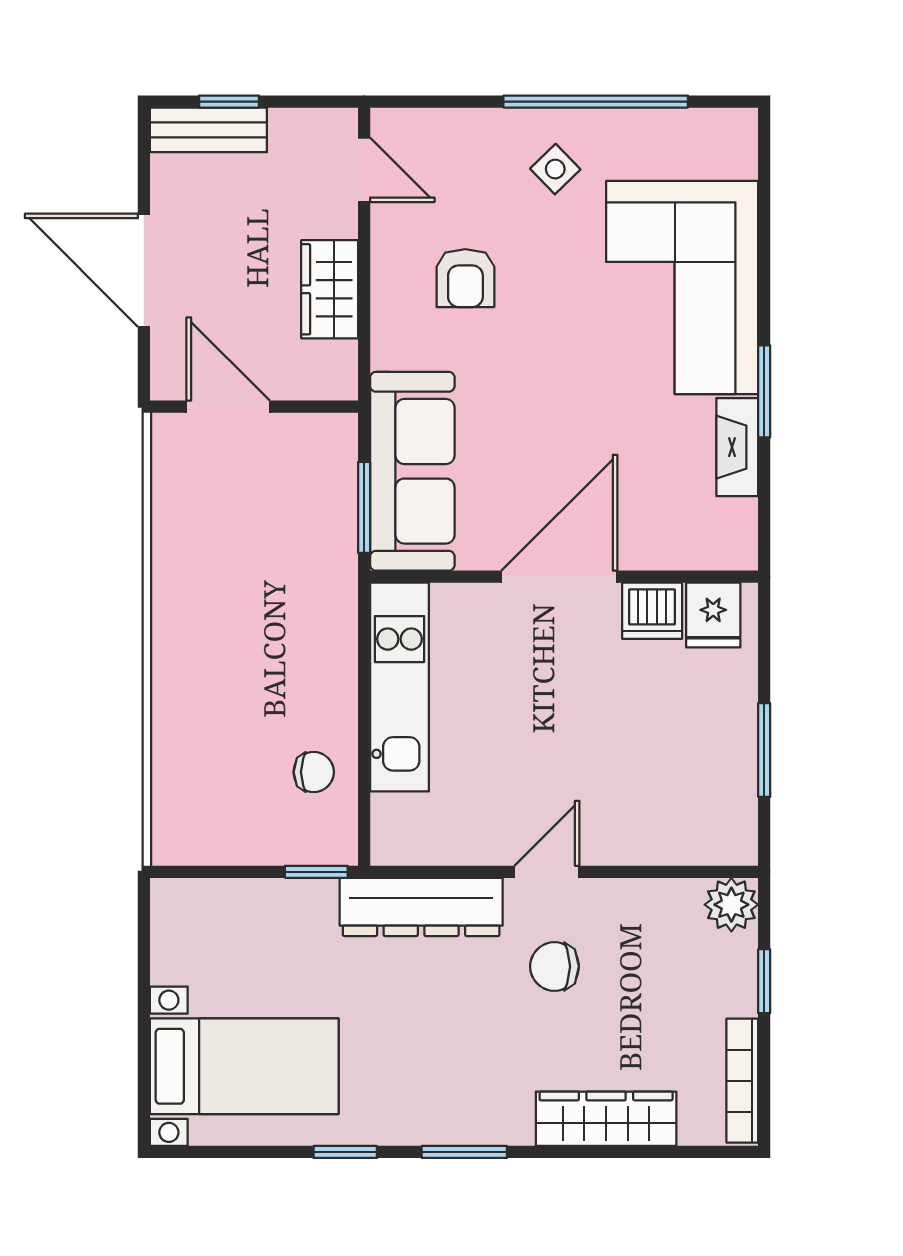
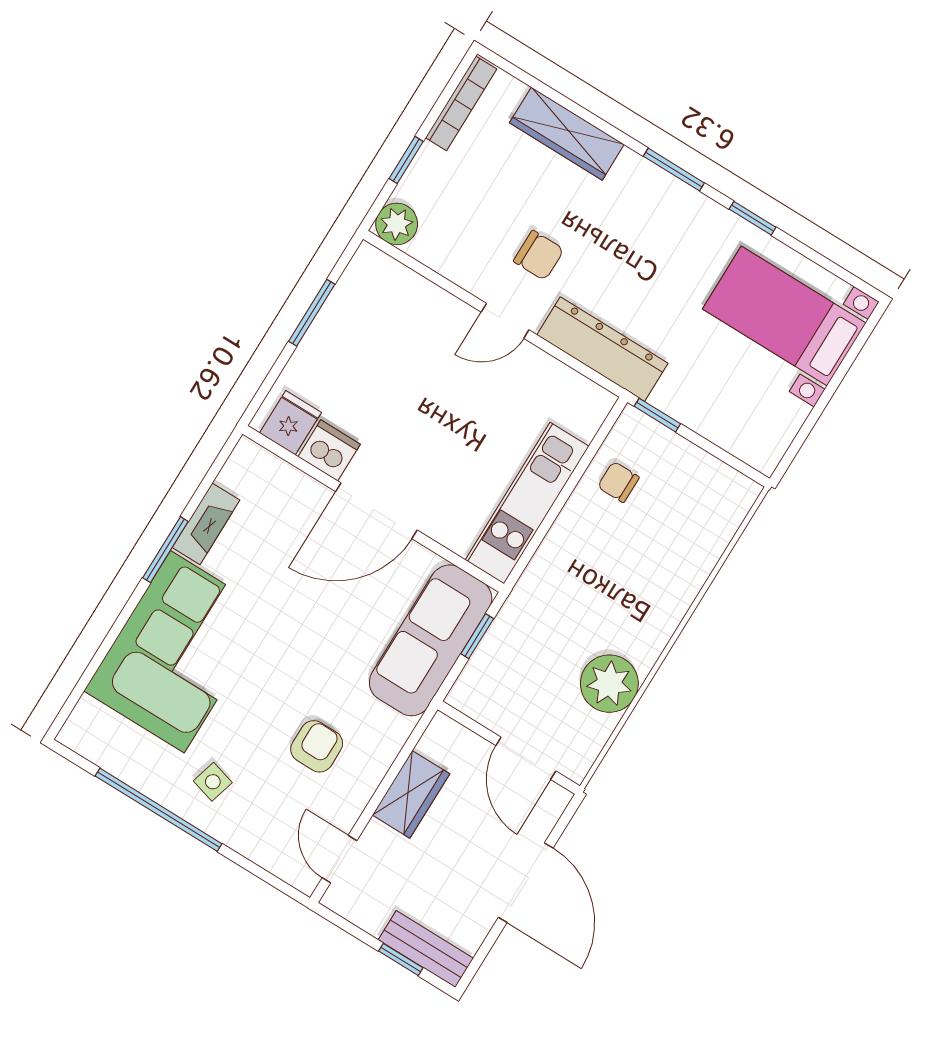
side table: (555, 169) -> (213, 782), turned -30
window: (364, 507) -> (477, 636), width x0.67
plant: (187, 545) -> (609, 684), added

